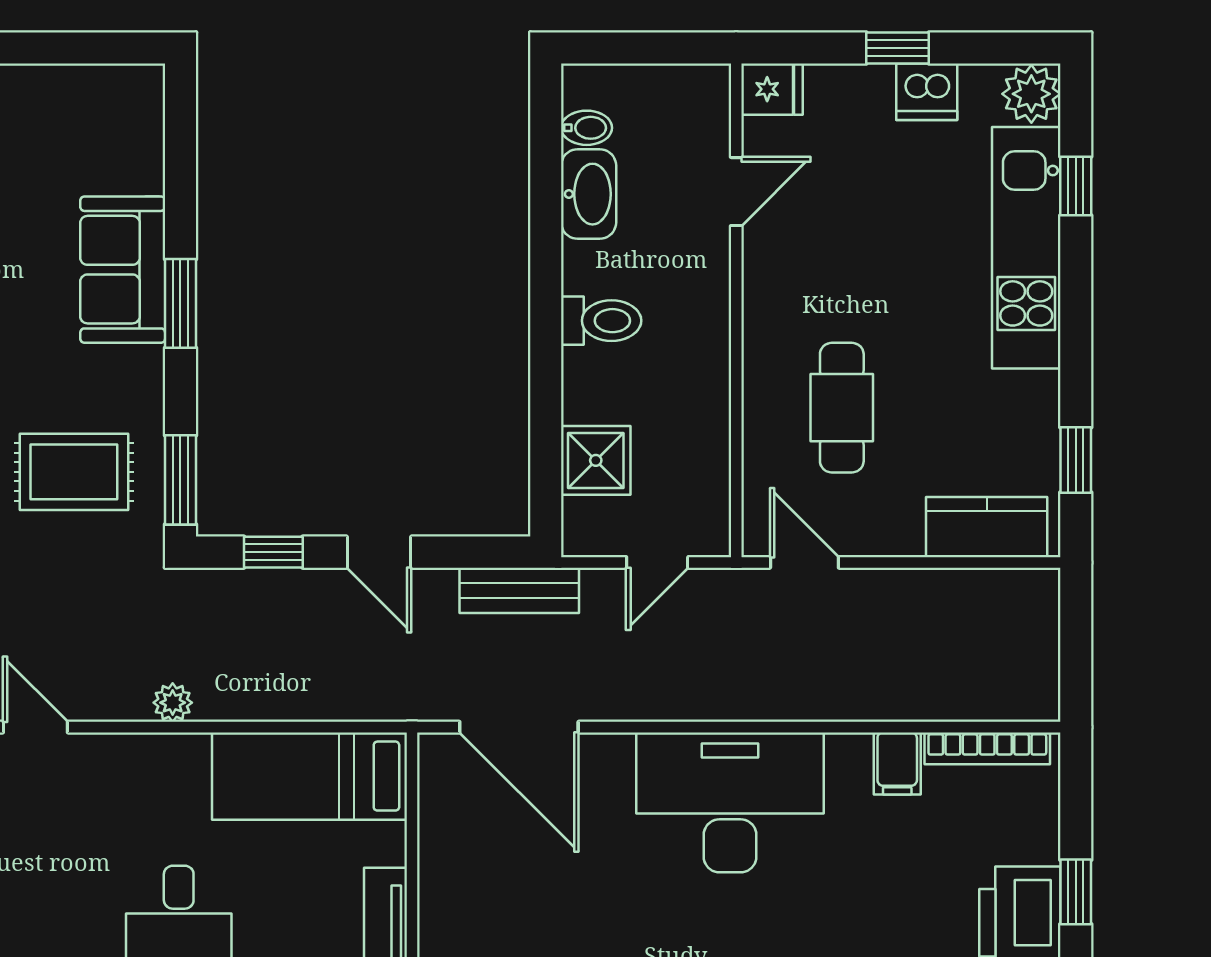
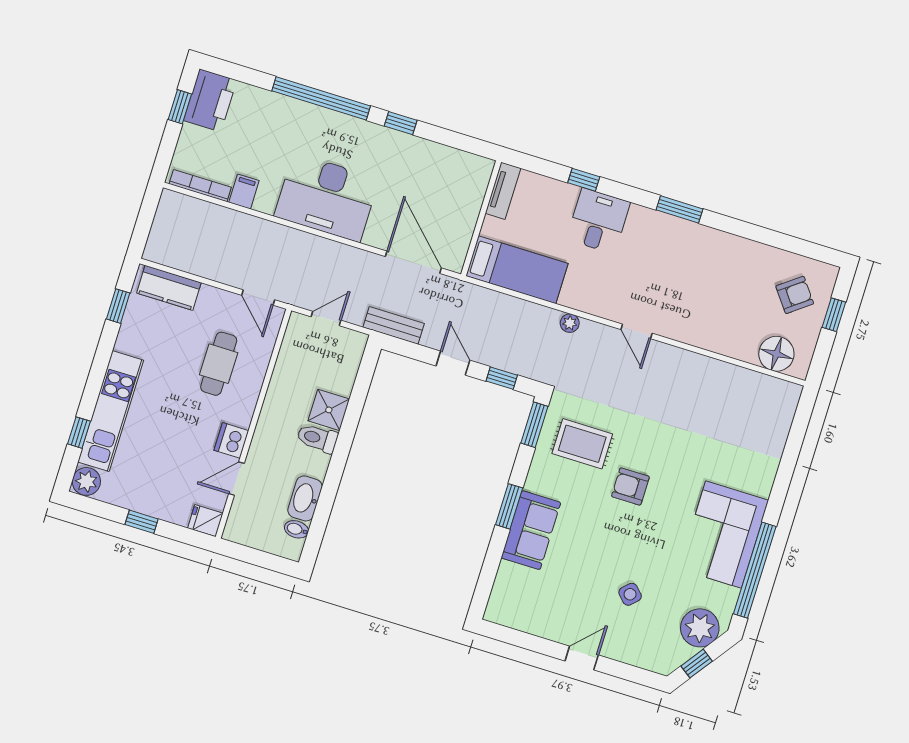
dishwasher: (927, 92) -> (231, 440), moved, turned -90
shower: (596, 460) -> (329, 410), moved

